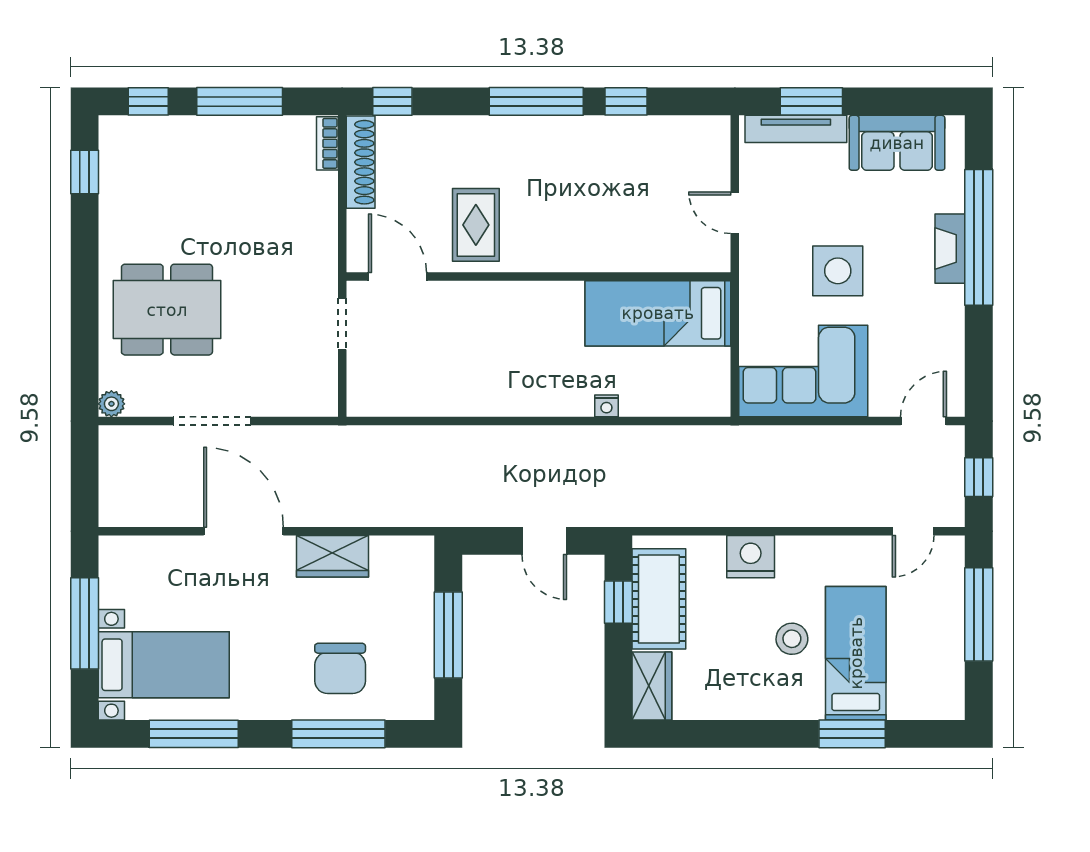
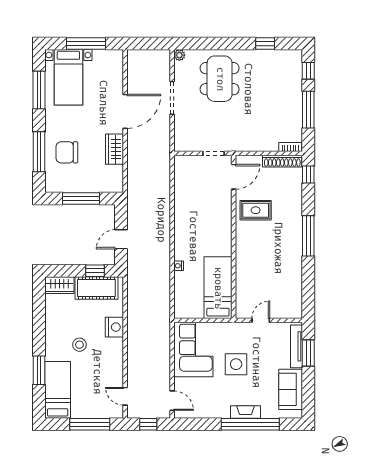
window: (626, 101) -> (308, 274), removed
window: (85, 172) -> (265, 44), moved
bed: (856, 653) -> (58, 390), moved, turned -90

